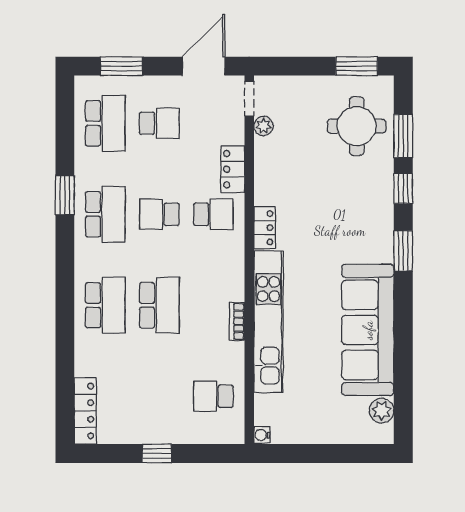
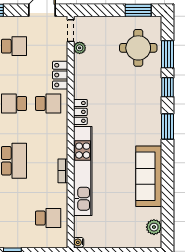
sofa: (368, 330) -> (149, 176), width x0.74, depth x0.79
school desk: (213, 396) -> (48, 218), turned 180

